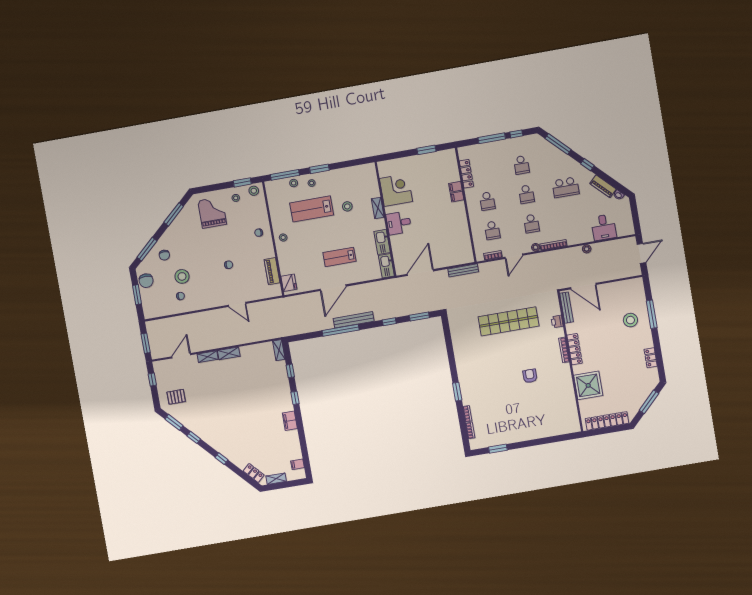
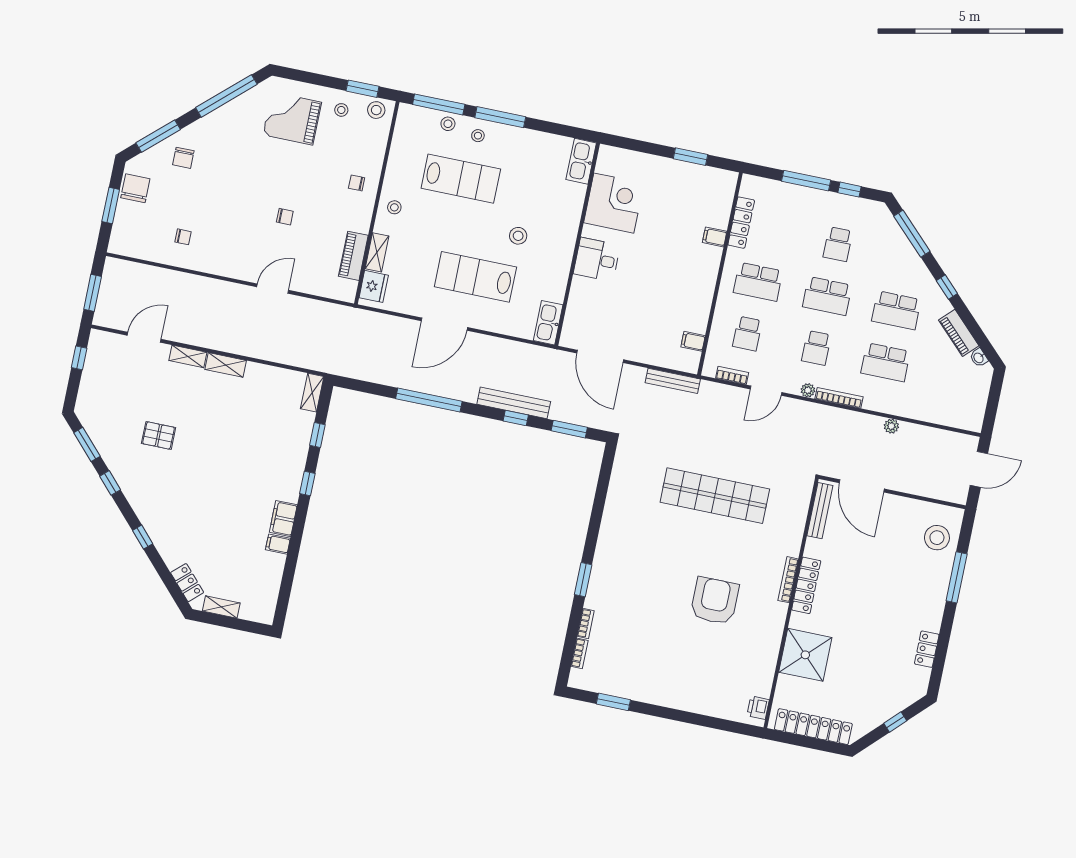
window: (319, 169) -> (500, 117), width x1.44
school desk: (526, 194) -> (827, 296), width x1.85
filing cabinet: (457, 197) -> (693, 341), moved
school desk: (487, 201) -> (758, 282), width x1.85
stool: (347, 206) -> (518, 236), moved
shelving: (378, 208) -> (377, 252), moved
lab bench: (312, 209) -> (461, 179), turned 180
grand piano: (212, 212) -> (292, 119), turned -90
window: (174, 214) -> (226, 96), width x1.46
school desk: (571, 217) -> (886, 362), added
desk: (604, 227) -> (933, 401), removed
kitchen sink: (382, 242) -> (581, 161), moved
lab bench: (339, 257) -> (475, 277), width x1.36, depth x1.39
door: (420, 273) -> (600, 356), swing flipped
stool: (182, 276) -> (199, 205), removed
chair: (146, 281) -> (135, 188), turned 180
door: (237, 304) -> (273, 289), swing flipped
bench: (354, 320) -> (514, 403), moved
stool: (630, 320) -> (937, 538), moved
printer: (557, 322) -> (758, 708), moved
armchair: (530, 376) -> (715, 601), width x1.88, depth x1.88
pallet: (176, 397) -> (159, 435), moved
window: (649, 402) -> (895, 722), width x0.46
filing cabinet: (297, 464) -> (278, 544), moved

